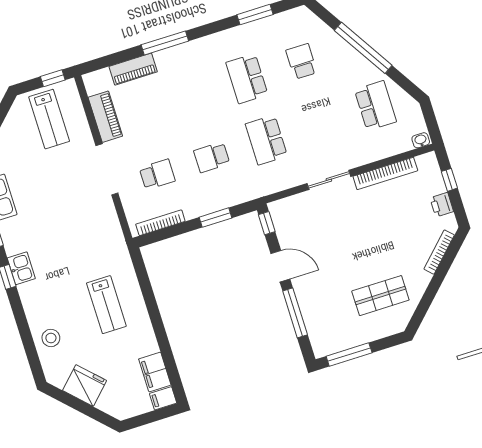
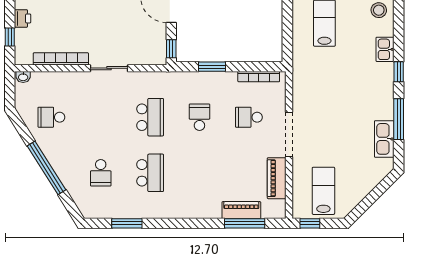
window: (165, 43) -> (245, 223), moved
school desk: (375, 106) -> (51, 117), width x0.54
school desk: (212, 157) -> (199, 117), turned -90
kitchen sink: (21, 268) -> (385, 49), moved

